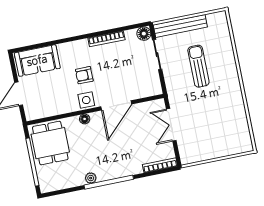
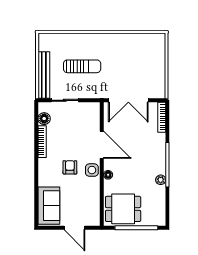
floor lamp: (144, 34) -> (44, 119), moved
sun lounger: (198, 66) -> (82, 66), turned 180
armchair: (84, 75) -> (70, 167), turned 180
double door: (171, 125) -> (128, 100), width x1.37

